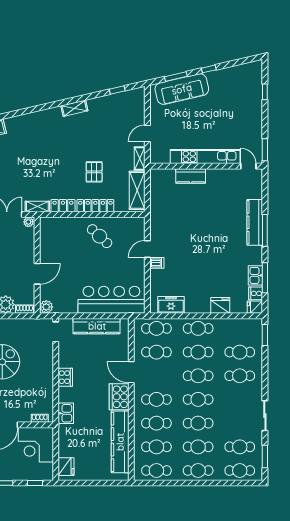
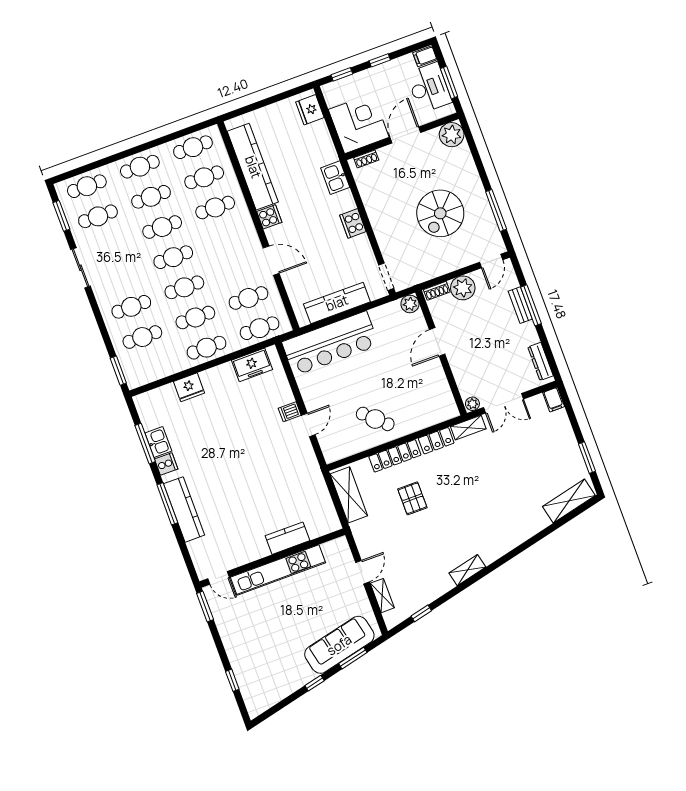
shelving: (140, 158) -> (382, 596), moved
cooker: (256, 293) -> (166, 464), moved
fridge: (255, 307) -> (144, 401), removed
cooker: (119, 397) -> (269, 217), width x0.53, depth x0.76
cafe table: (156, 399) -> (226, 238), removed

